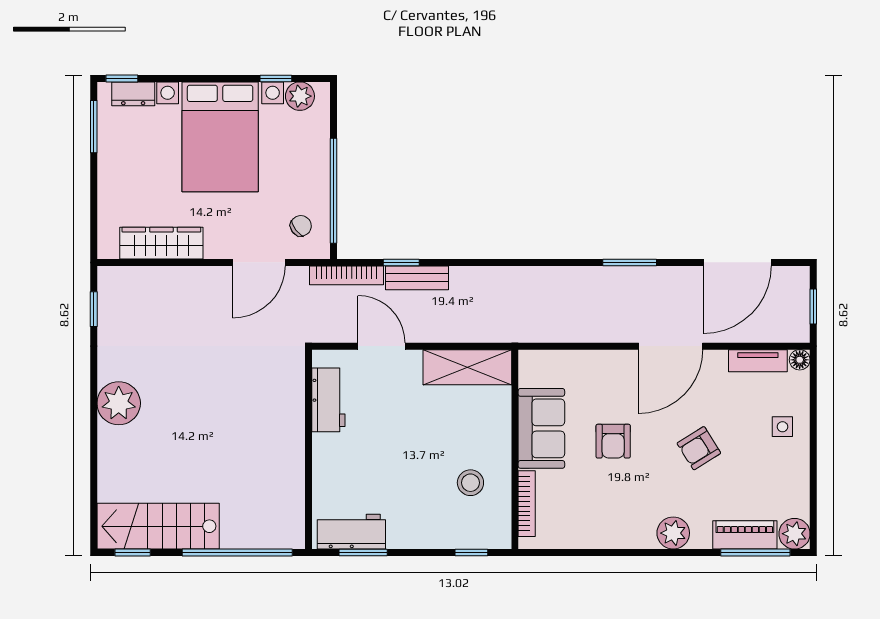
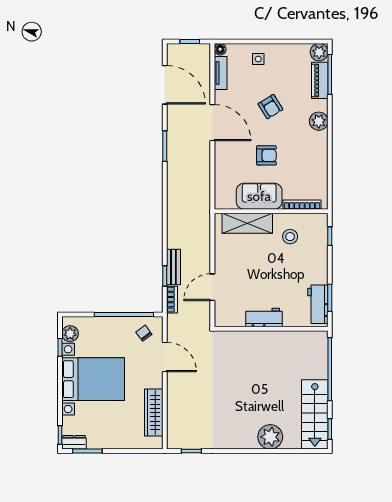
dresser: (133, 94) -> (74, 442), moved, turned -90
bookcase: (347, 275) -> (172, 300), width x0.64
shelving: (467, 367) -> (247, 223), moved, turned 90
workbench: (328, 400) -> (264, 318), moved
plant: (119, 403) -> (270, 437), moved

